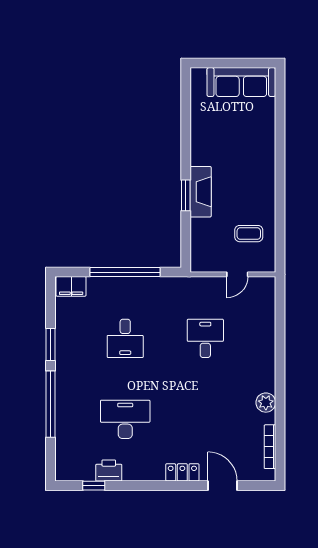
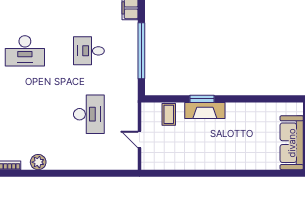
coffee table: (249, 234) -> (169, 114), moved
desk: (205, 338) -> (89, 114), width x1.37
desk: (125, 419) -> (25, 51), turned 90

